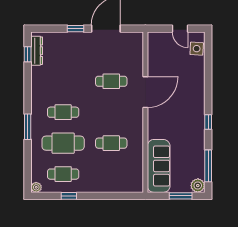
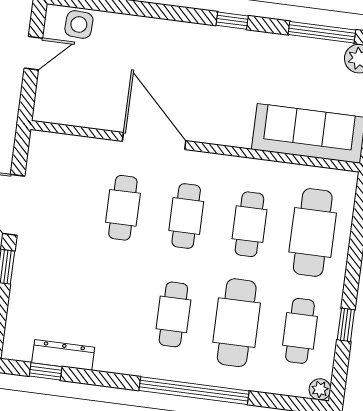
dresser: (37, 51) -> (63, 355), moved
cafe table: (111, 112) -> (186, 216), added
window: (28, 127) -> (194, 391), width x2.11
cafe table: (111, 174) -> (313, 232), added

